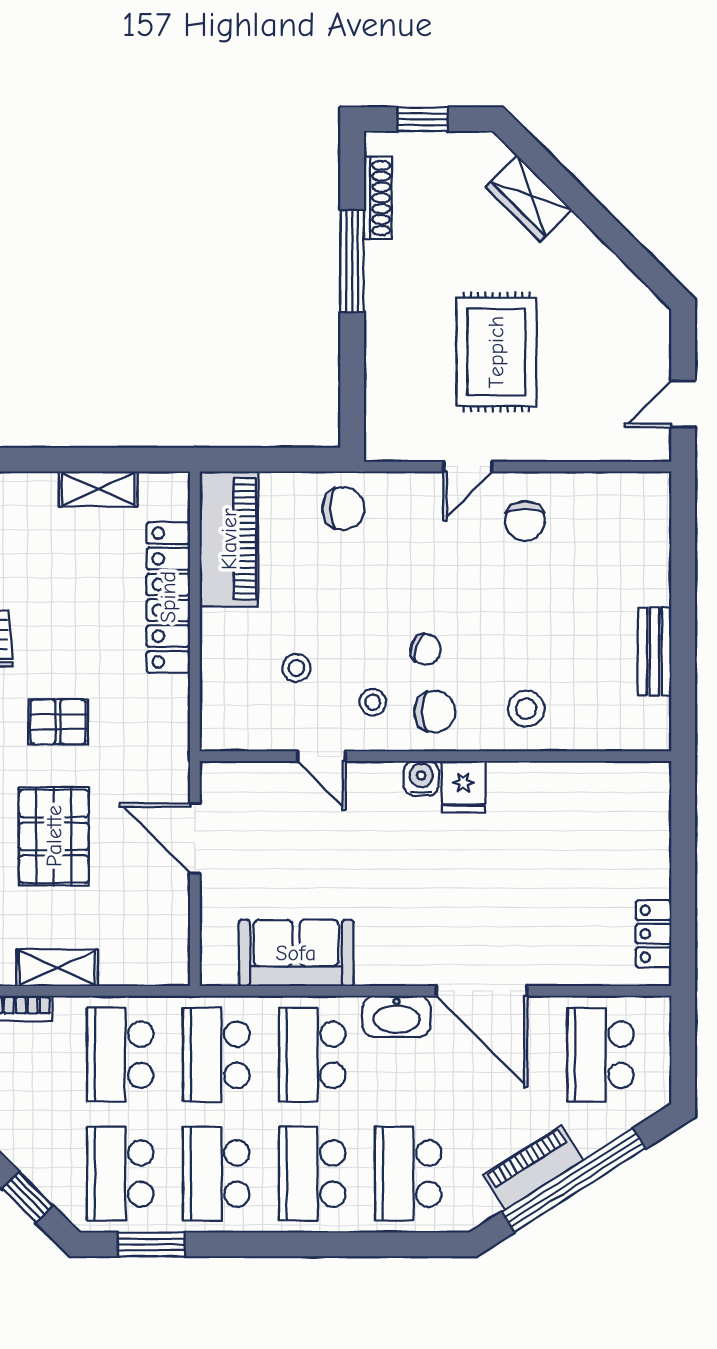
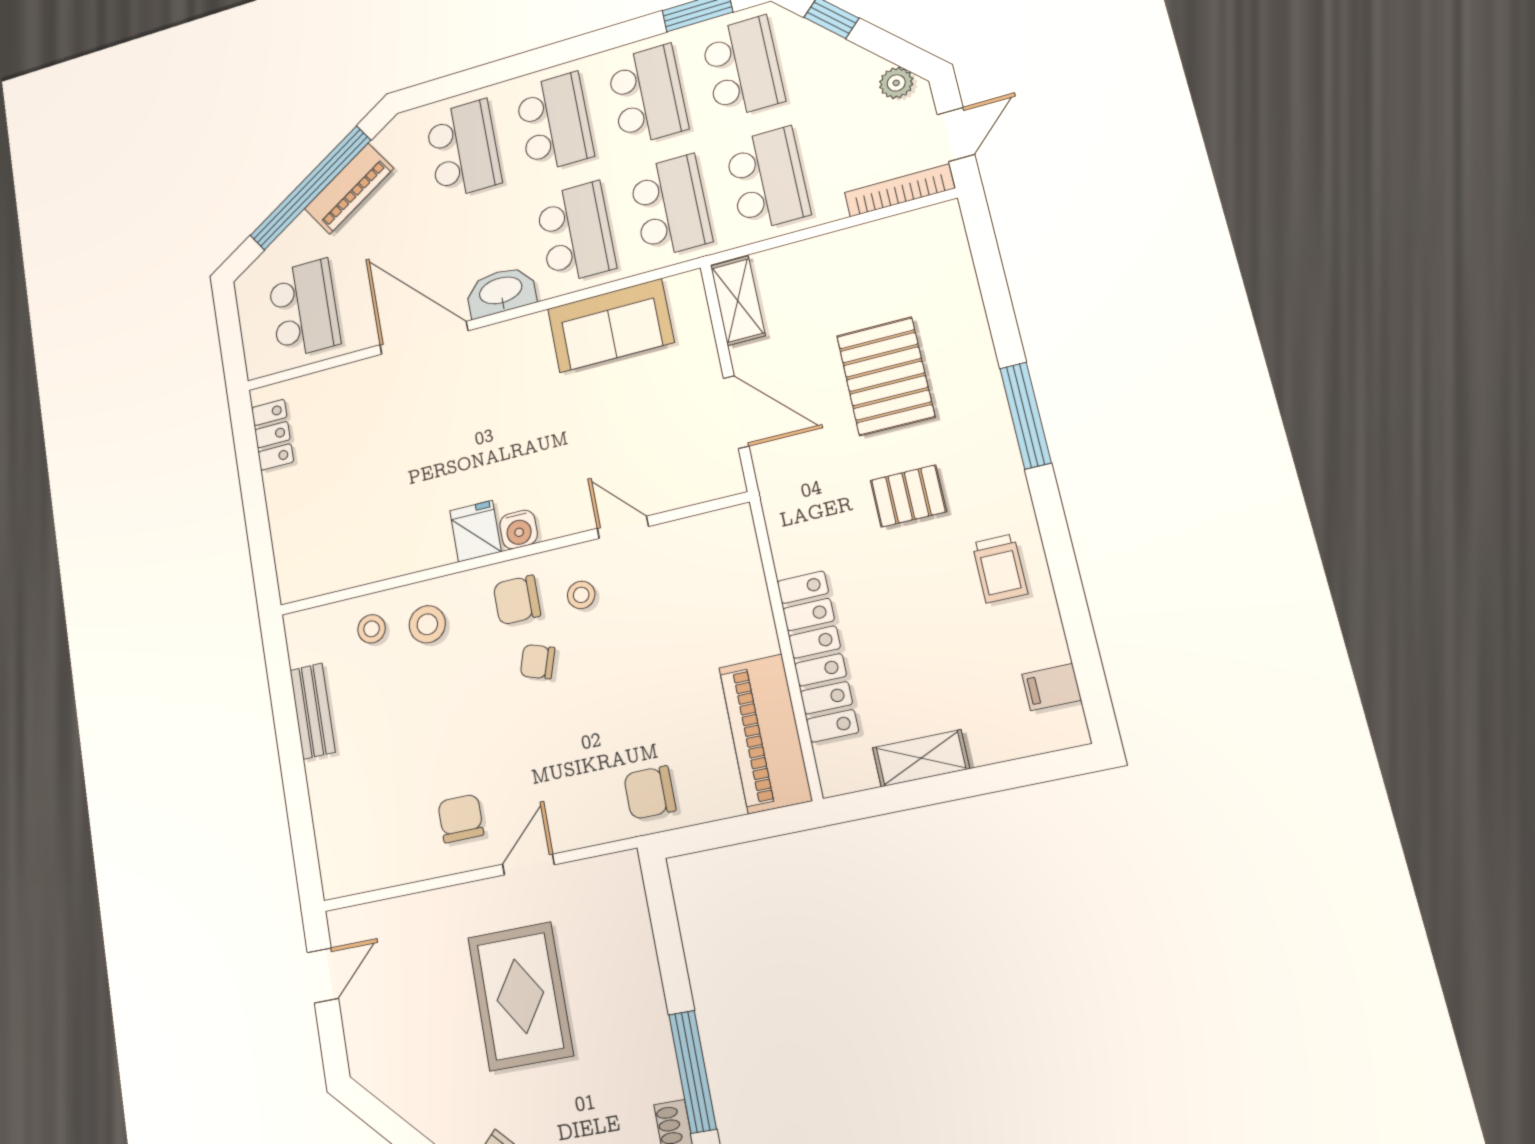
stool: (296, 668) -> (372, 629), moved
shelving: (57, 968) -> (738, 301), moved, turned 90

